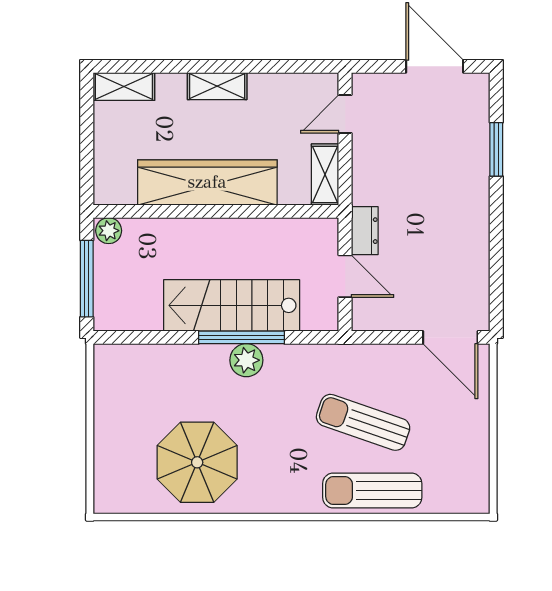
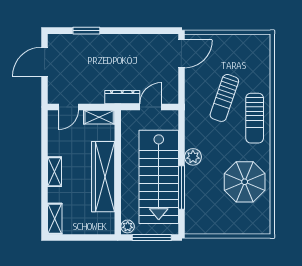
door: (345, 114) -> (69, 107), hinge flipped
dresser: (365, 231) -> (122, 97), width x1.44
stairs: (232, 305) -> (159, 177), width x1.36, depth x1.51
window: (242, 337) -> (181, 188), moved
sun lounger: (372, 490) -> (255, 118), moved

